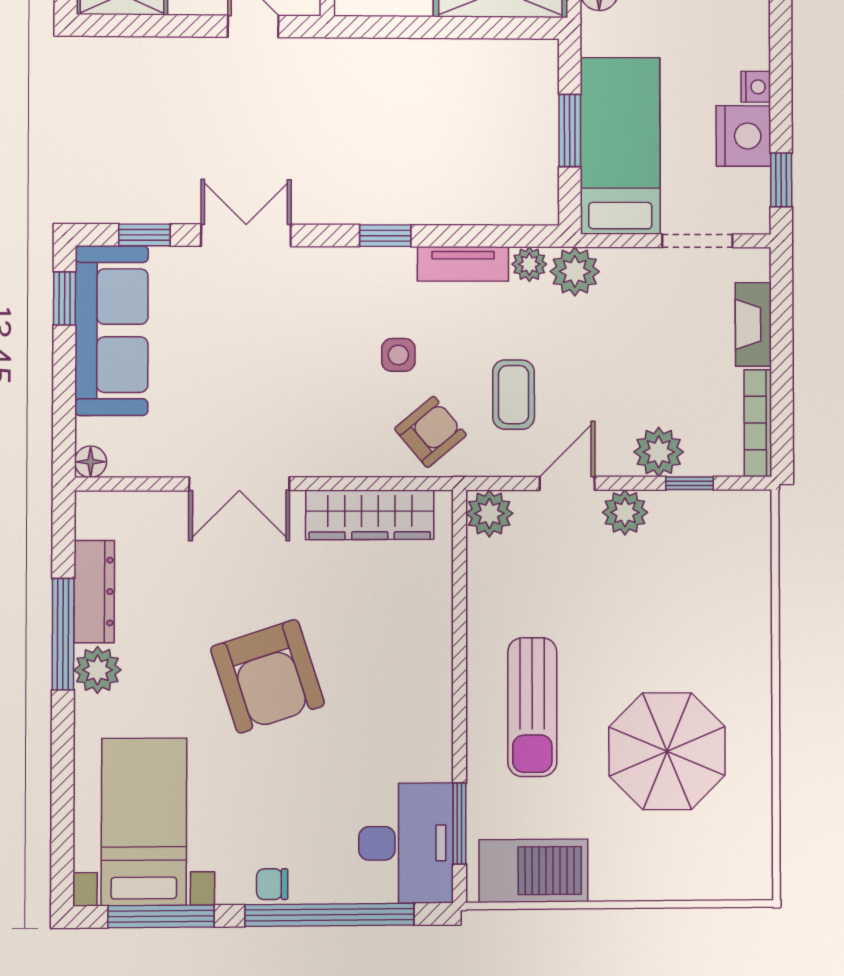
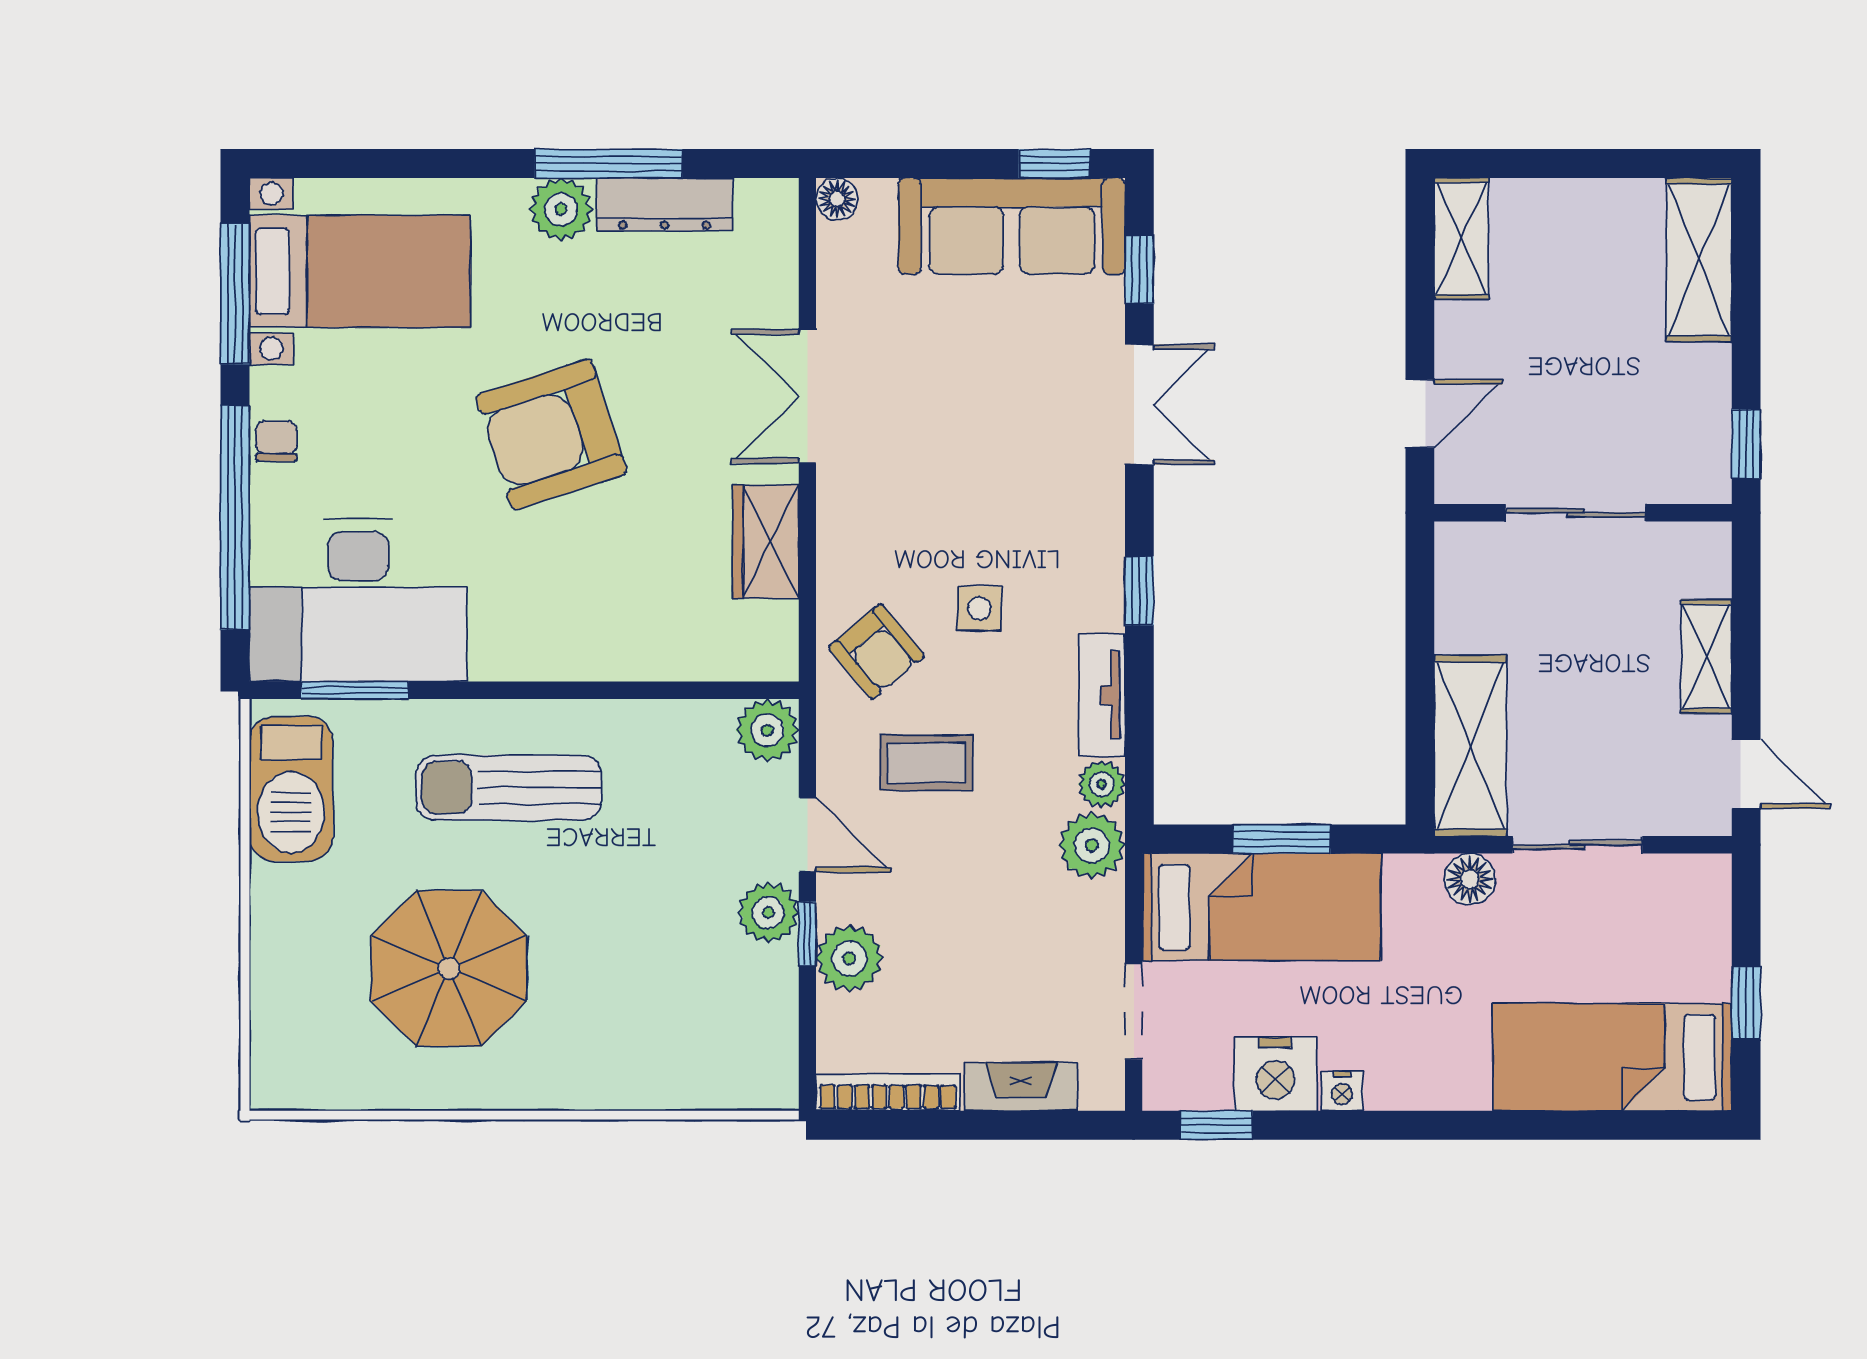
window: (689, 483) -> (807, 934), moved
wardrobe: (370, 515) -> (766, 542), width x0.67
desk: (406, 843) -> (358, 600), width x1.36, depth x1.30

